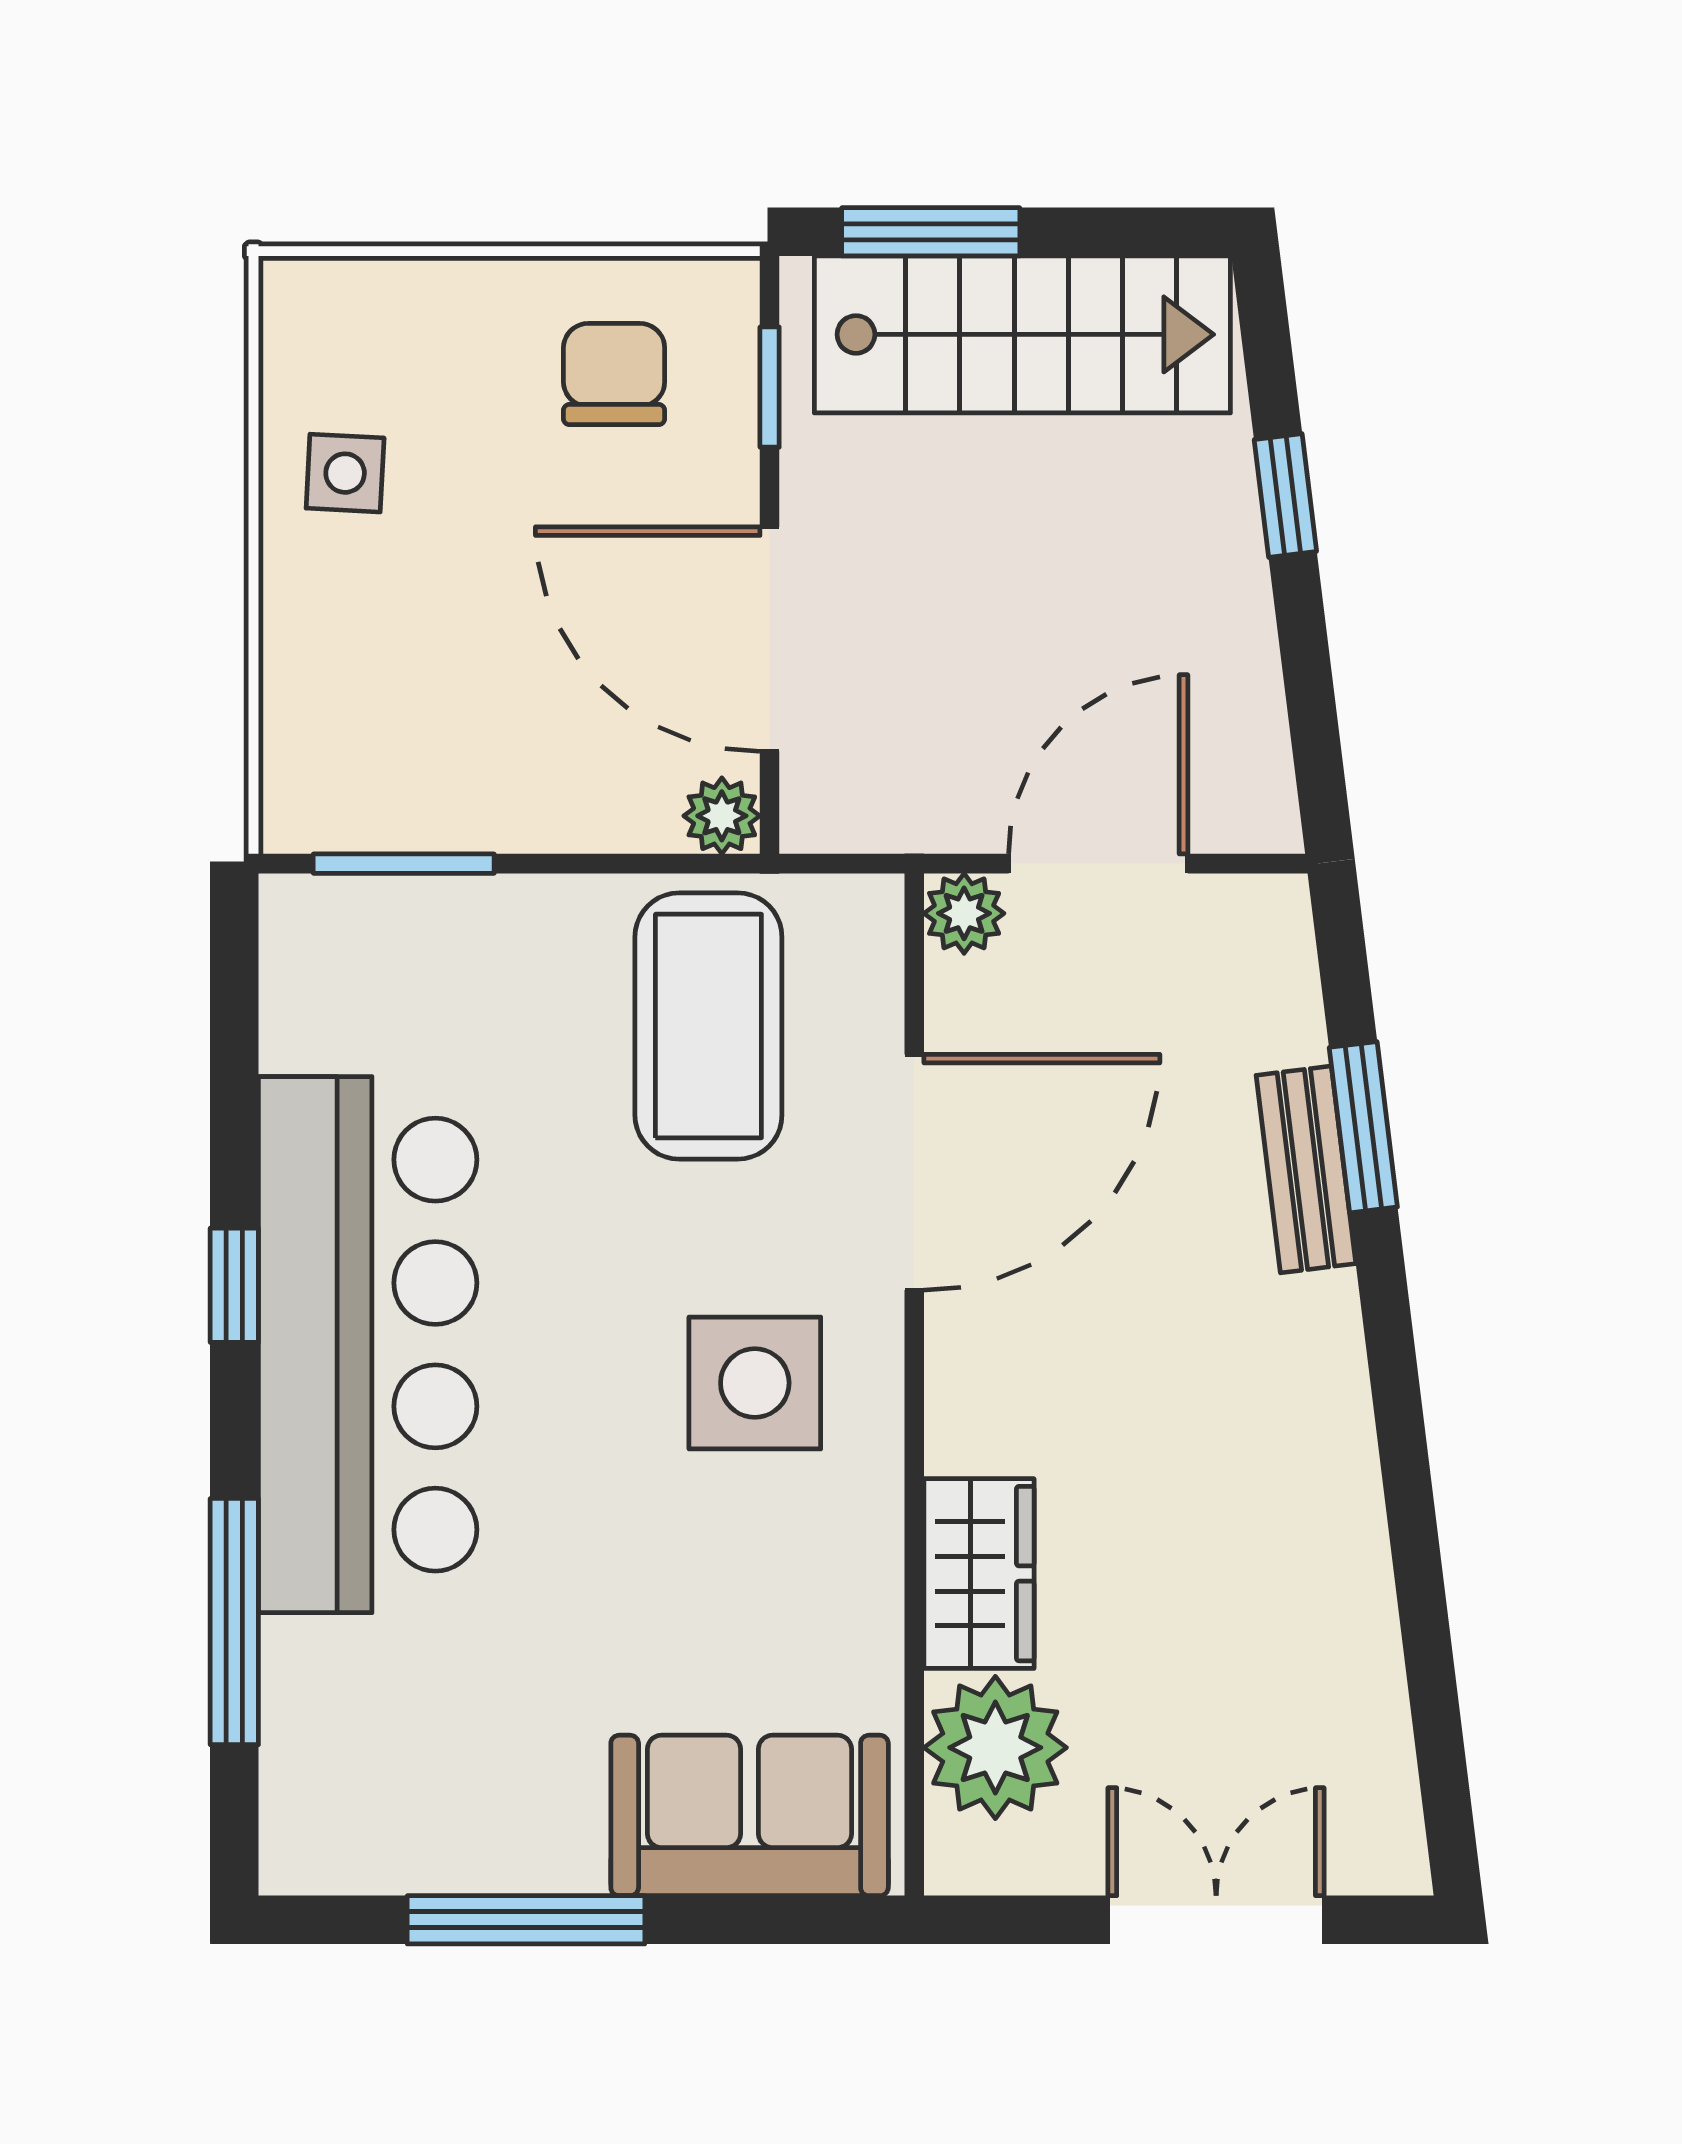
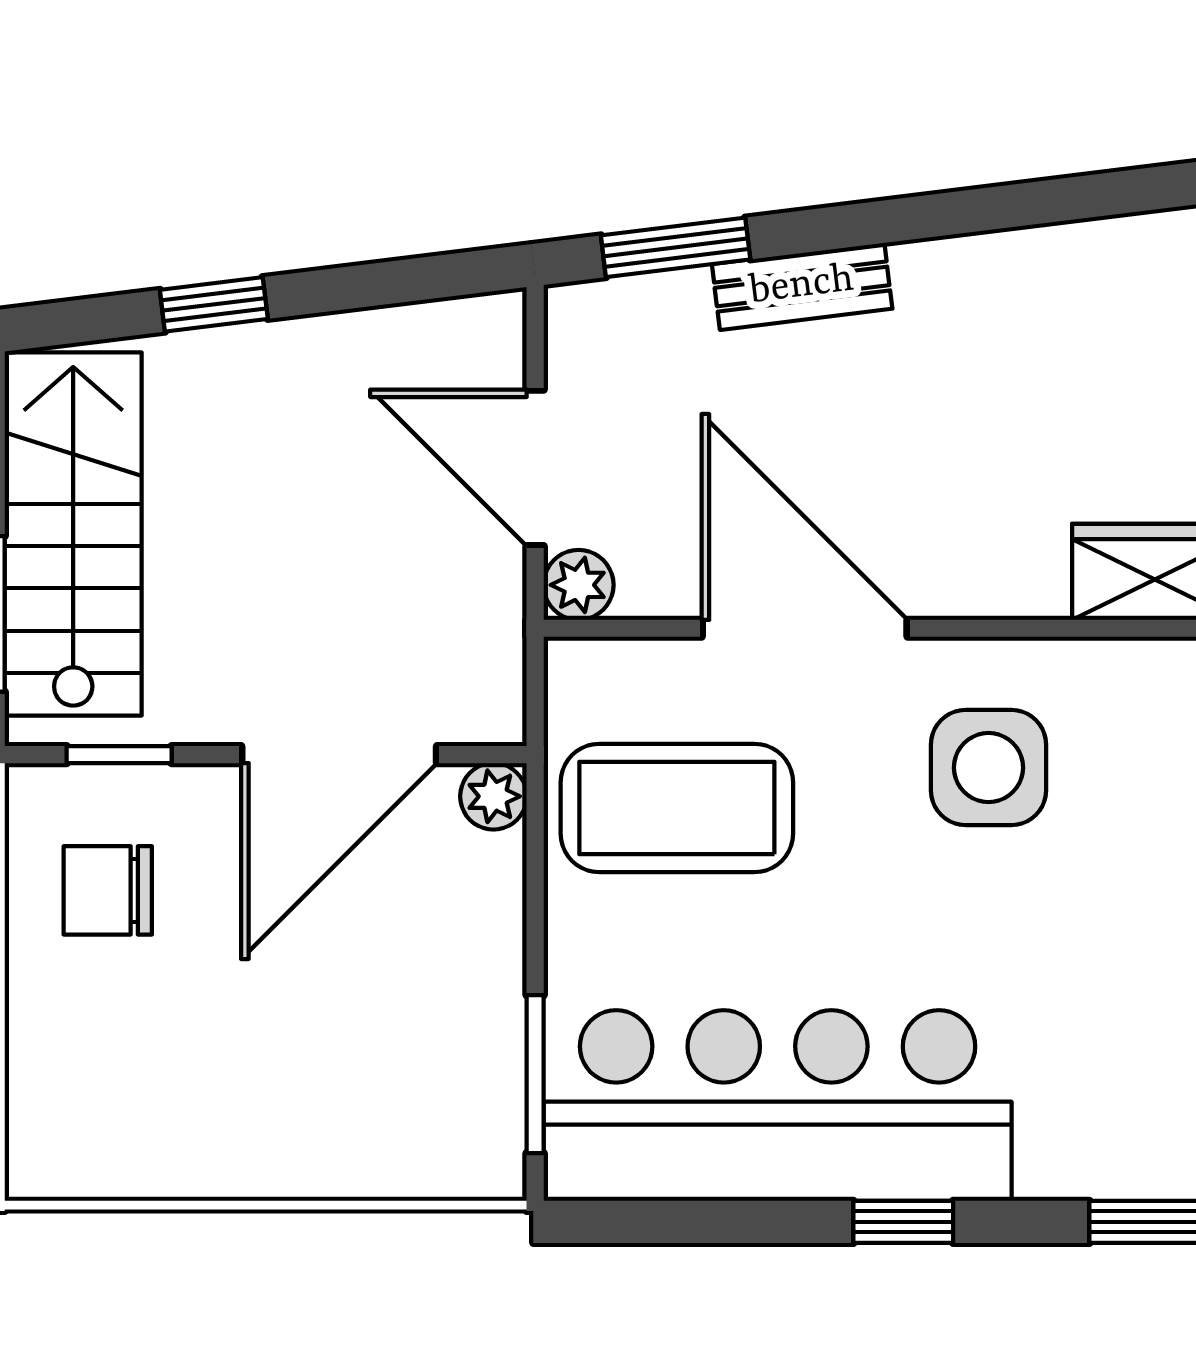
side table: (345, 473) -> (194, 1125), removed
window: (1363, 1127) -> (676, 247), moved
bar counter: (368, 1345) -> (778, 1106), moved

